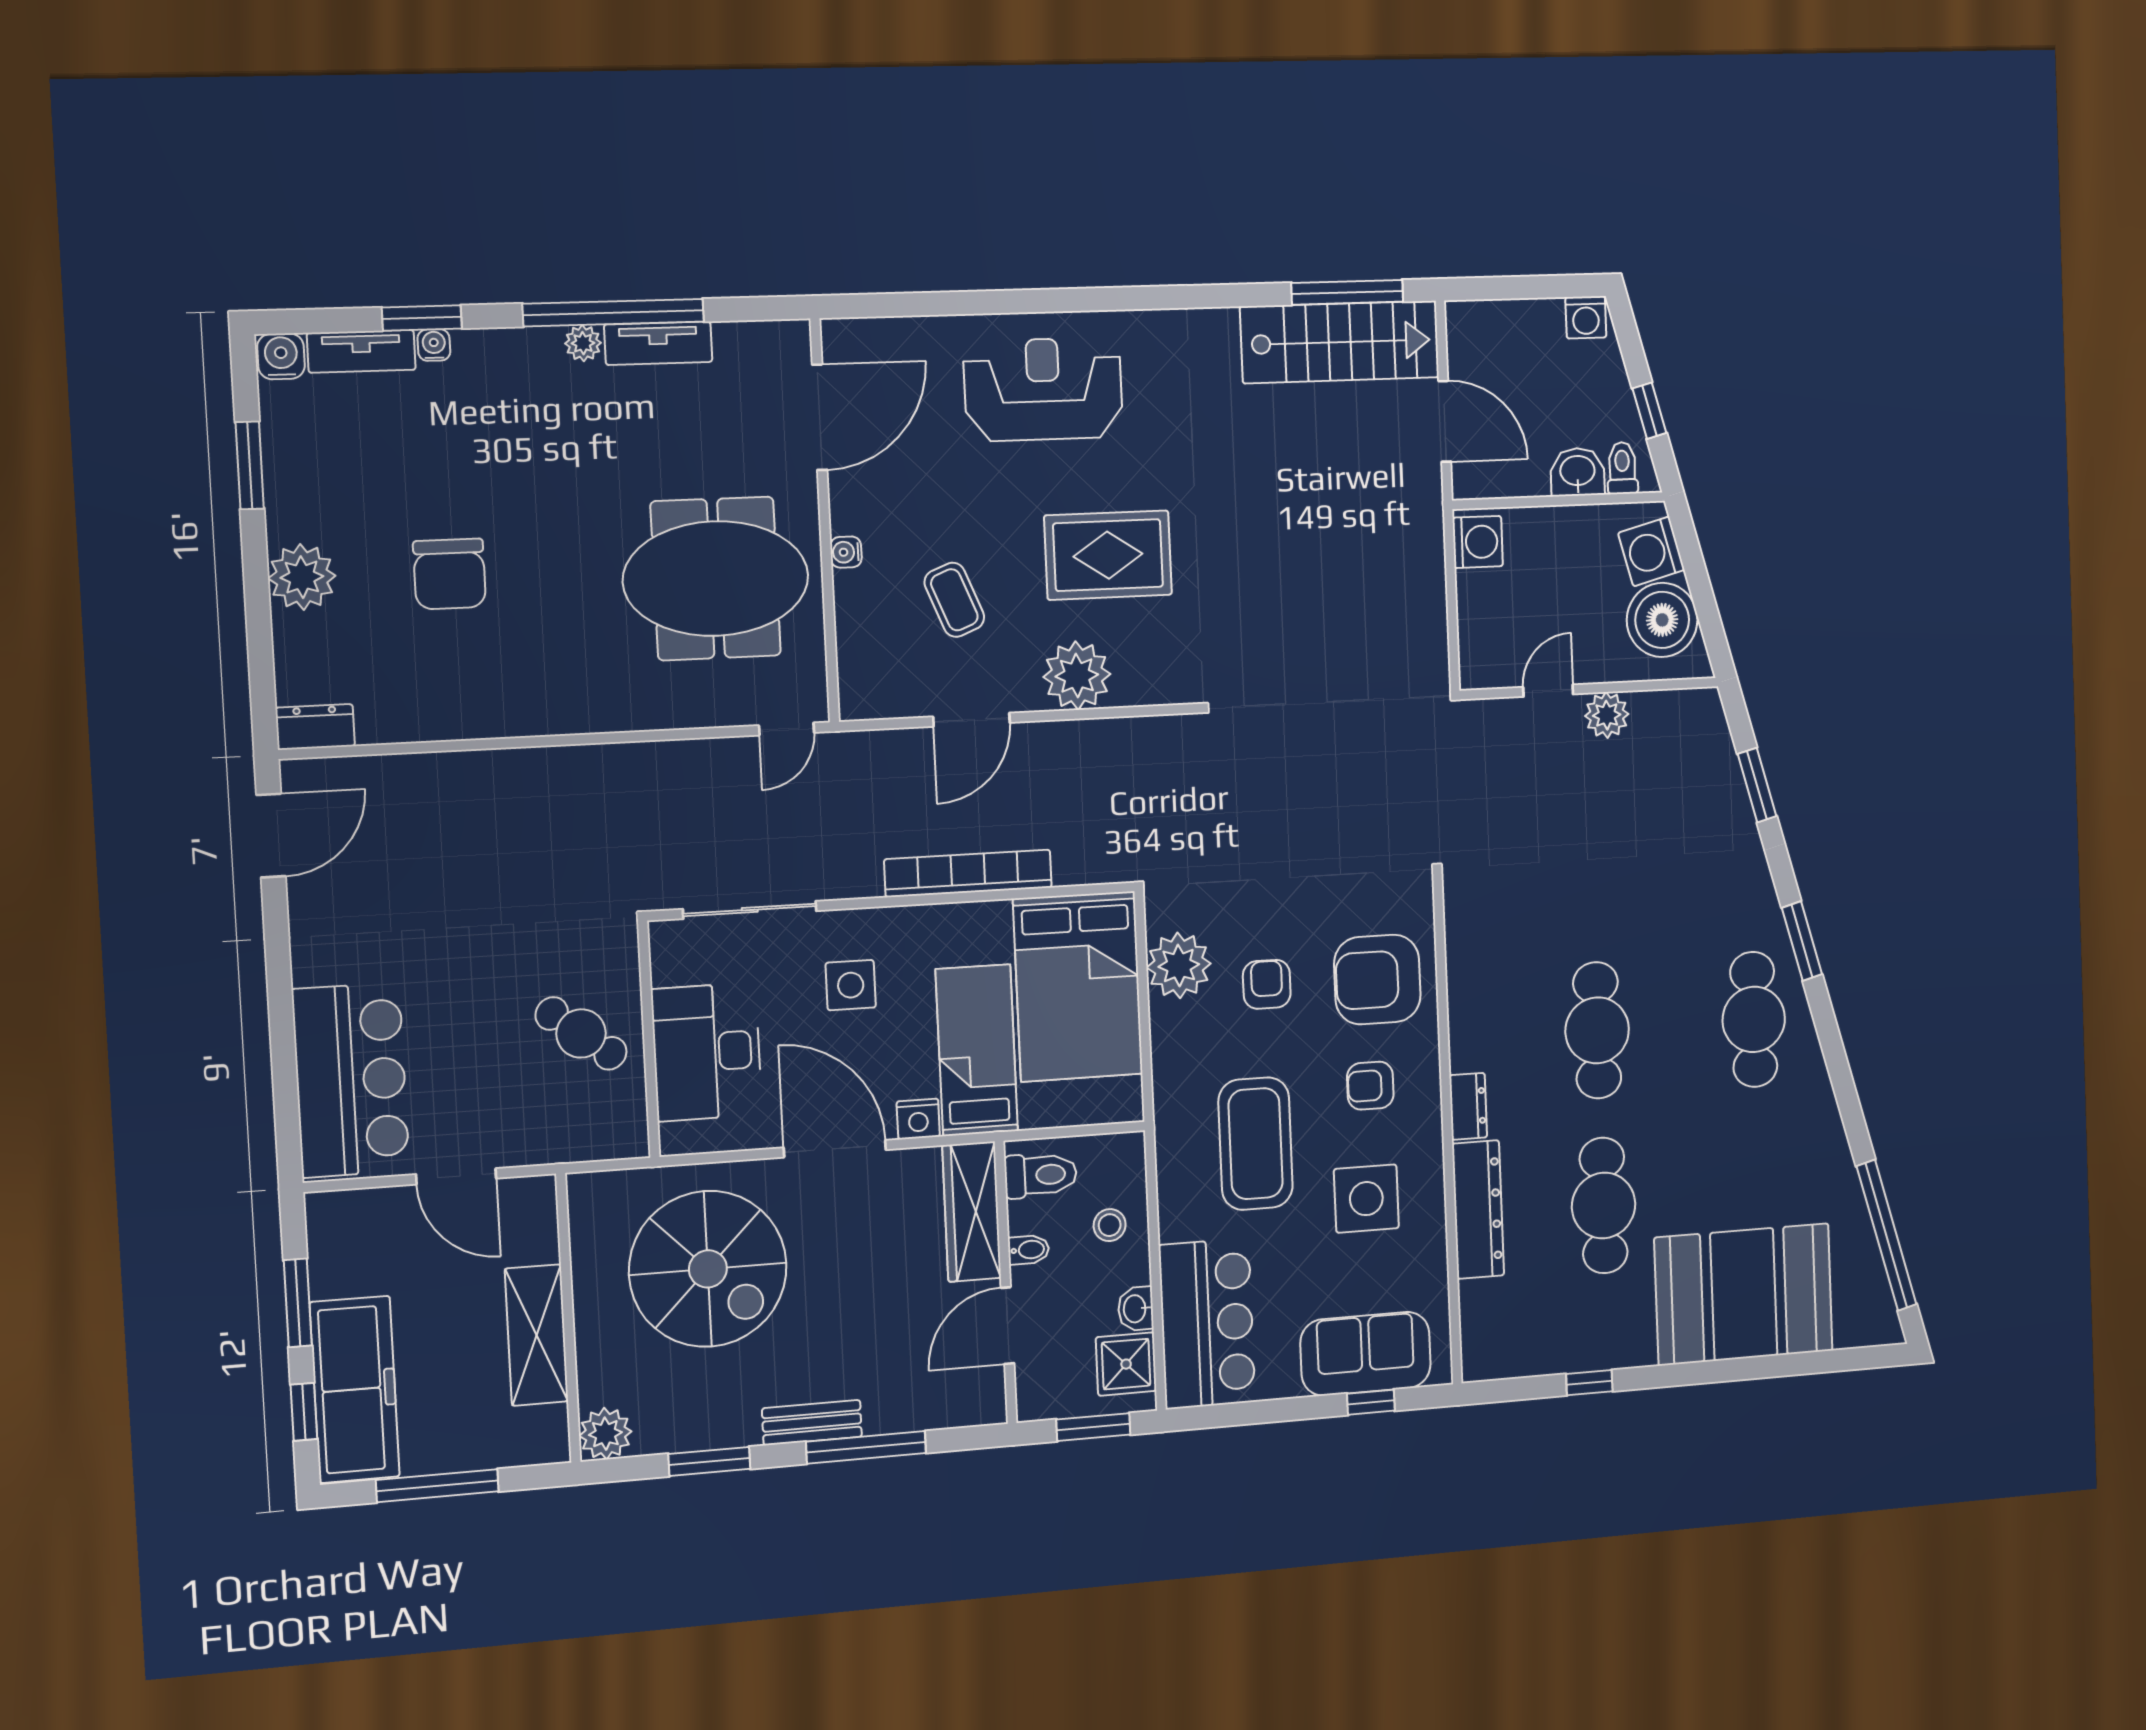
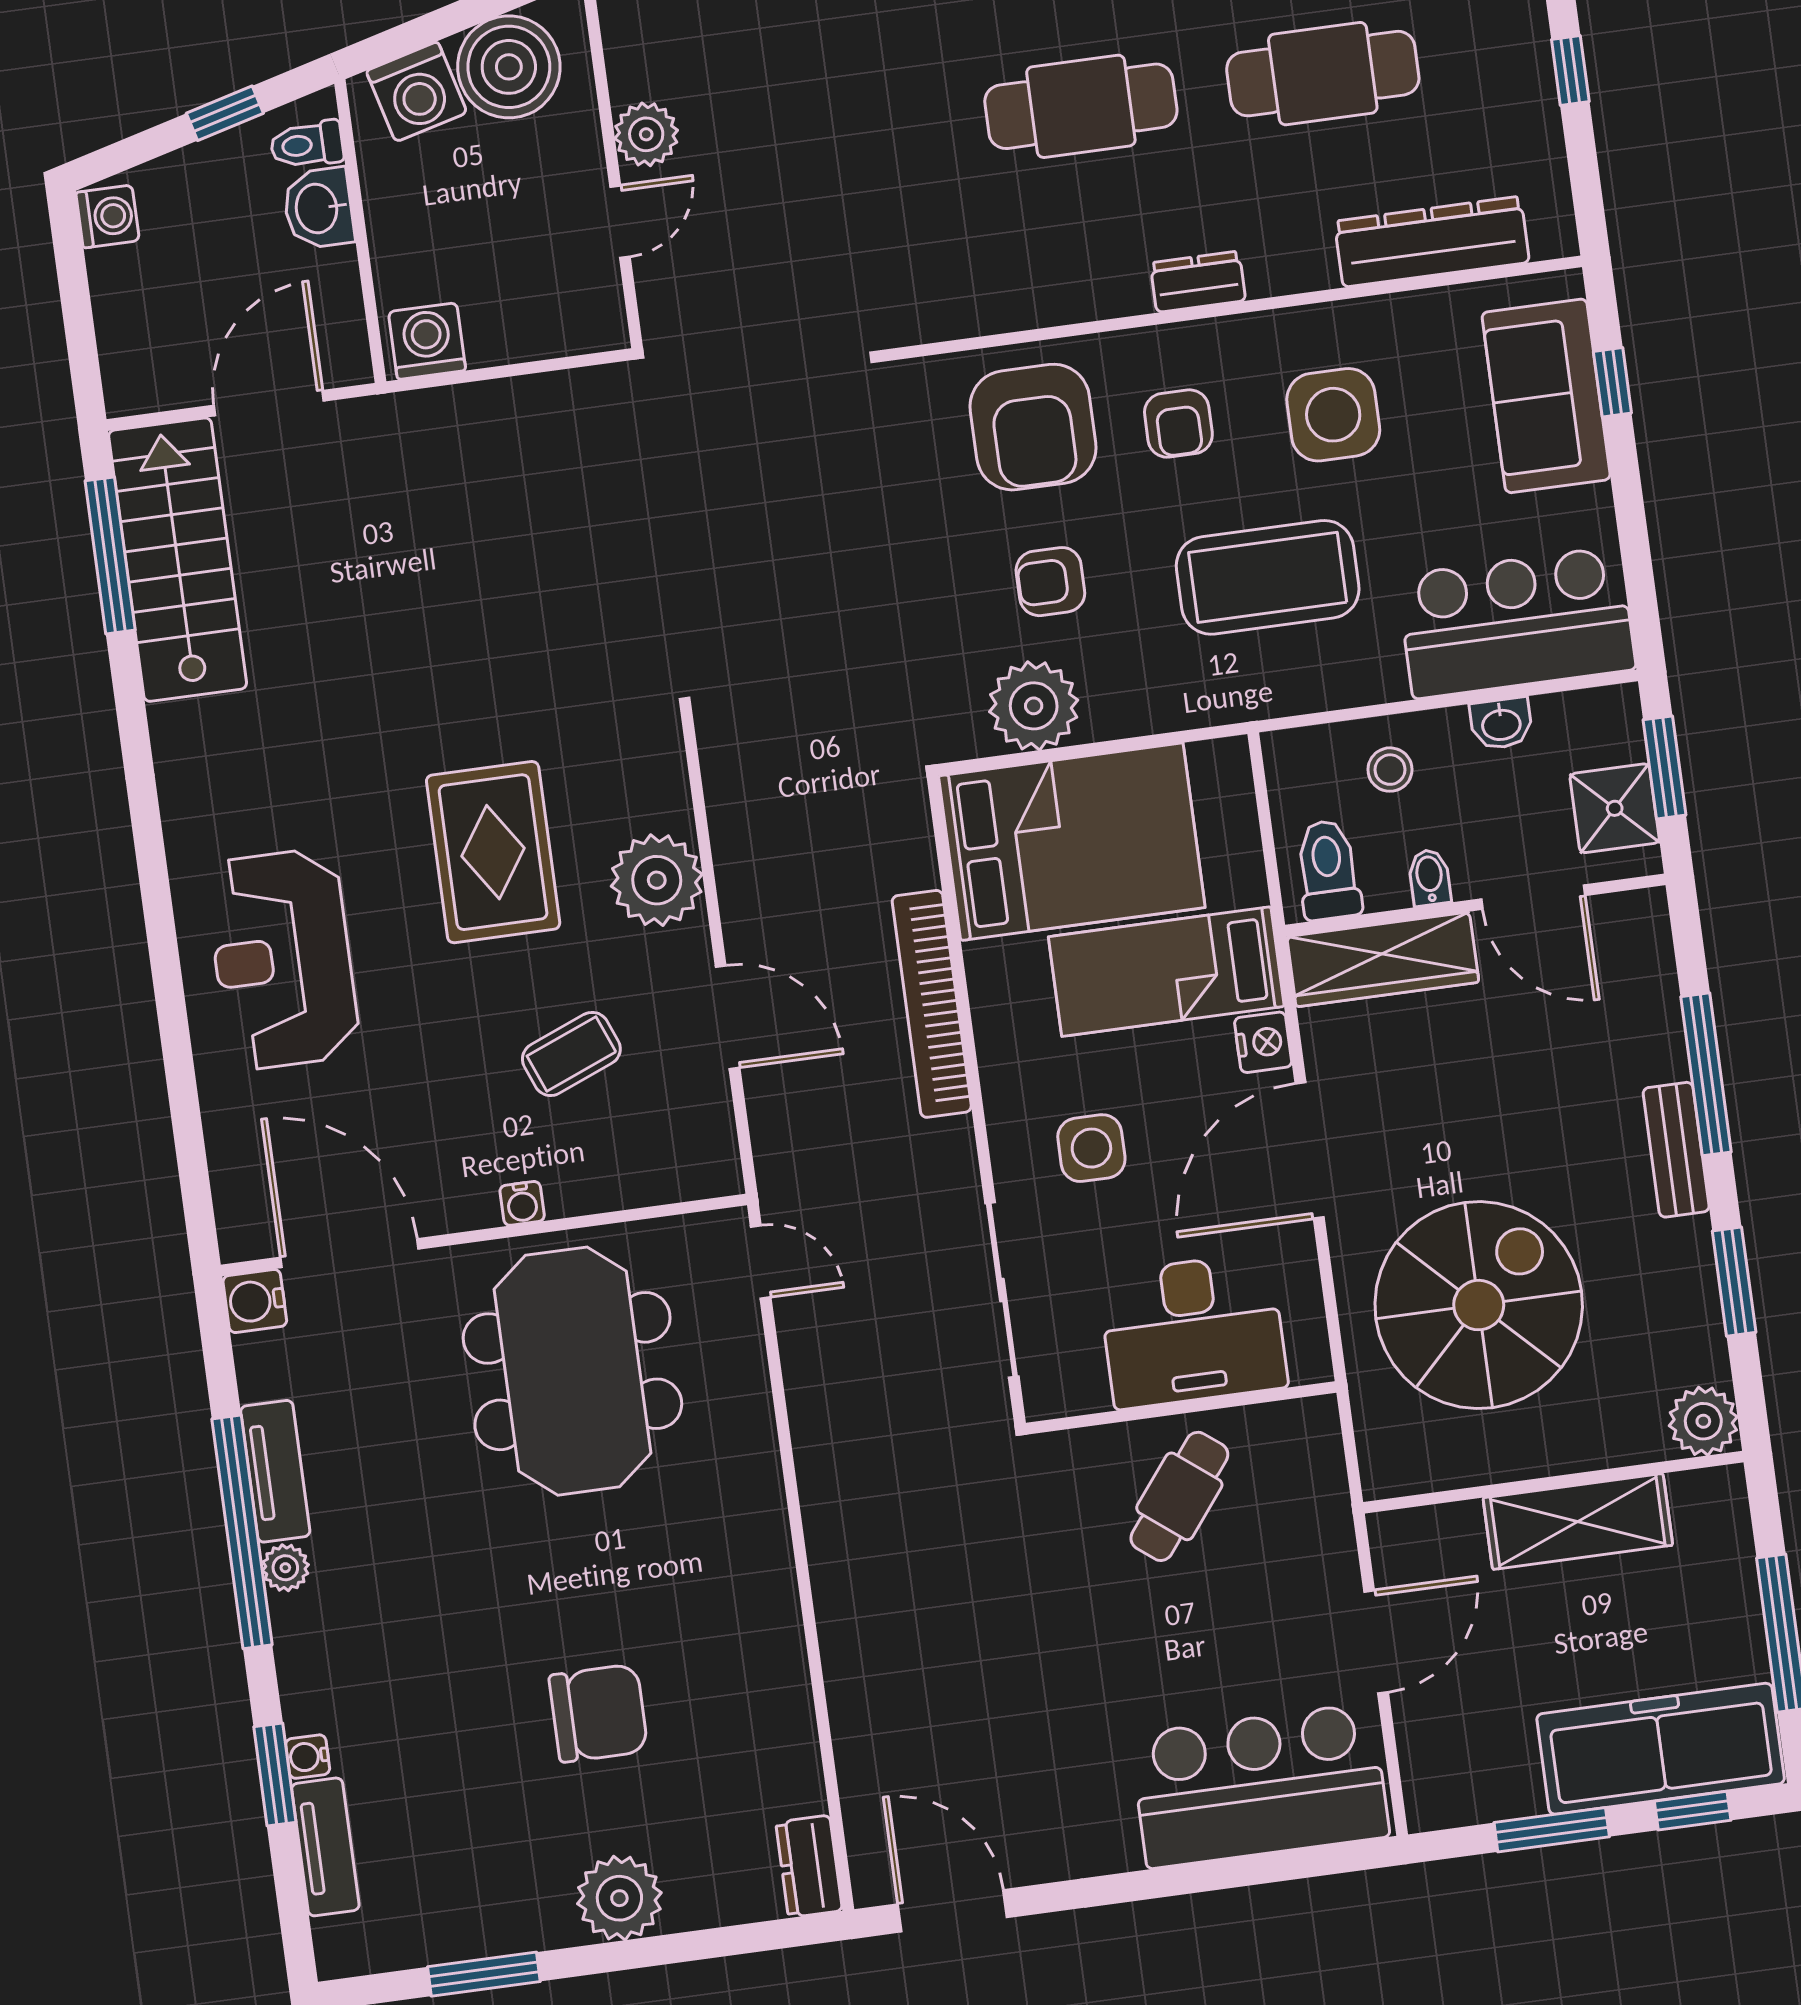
water cooler: (281, 356) -> (255, 1301), moved
door: (1548, 691) -> (620, 222), swing flipped
dresser: (1478, 1210) -> (1432, 242), moved
shower: (1126, 1364) -> (1615, 808), moved

